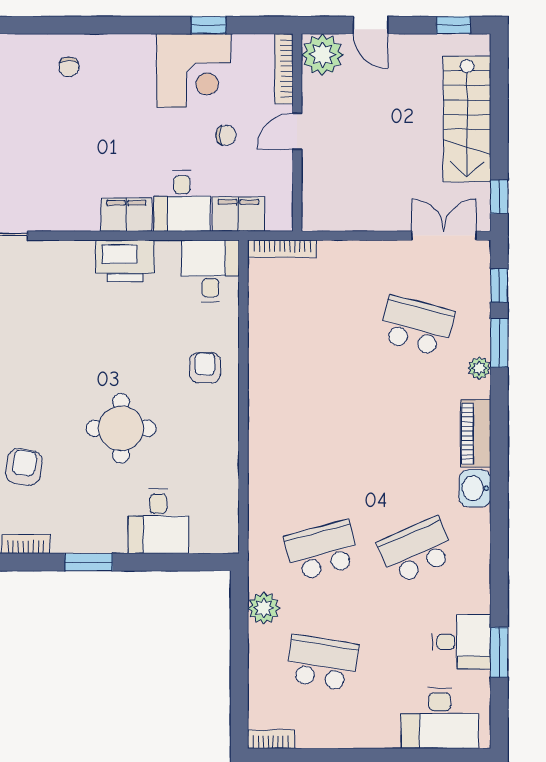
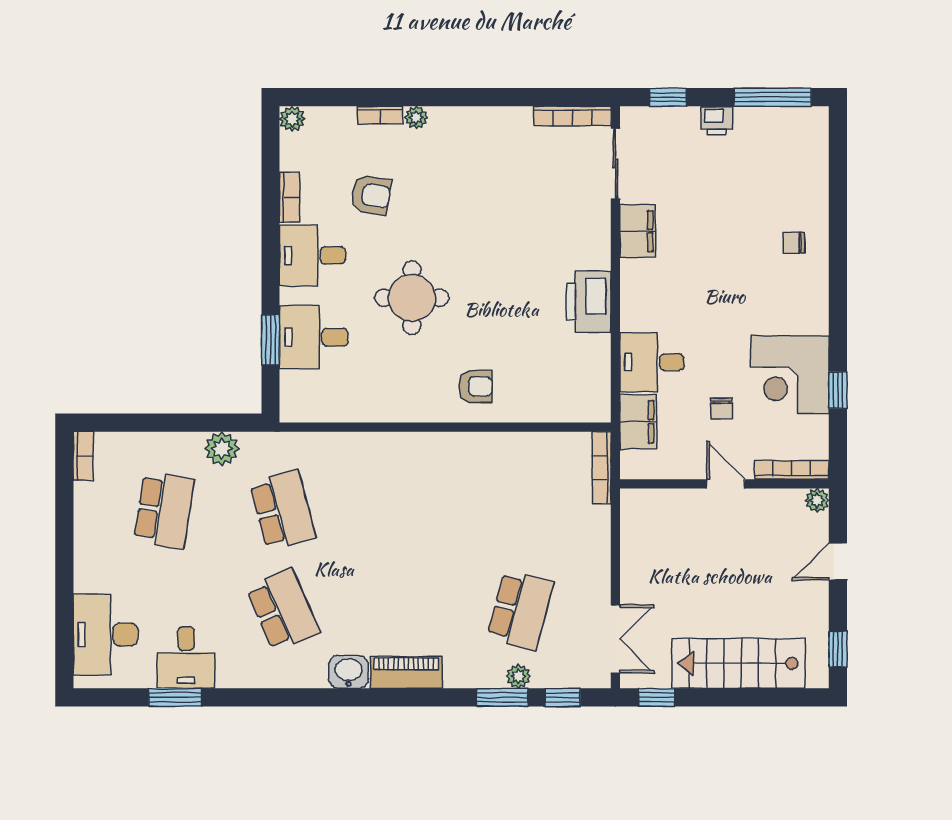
plant: (322, 55) -> (817, 500), width x0.53, depth x0.53
filing cabinet: (126, 215) -> (638, 231), moved
desk: (210, 271) -> (312, 255), moved, turned 180
plant: (479, 368) -> (518, 676), moved
window: (89, 562) -> (270, 340), moved

